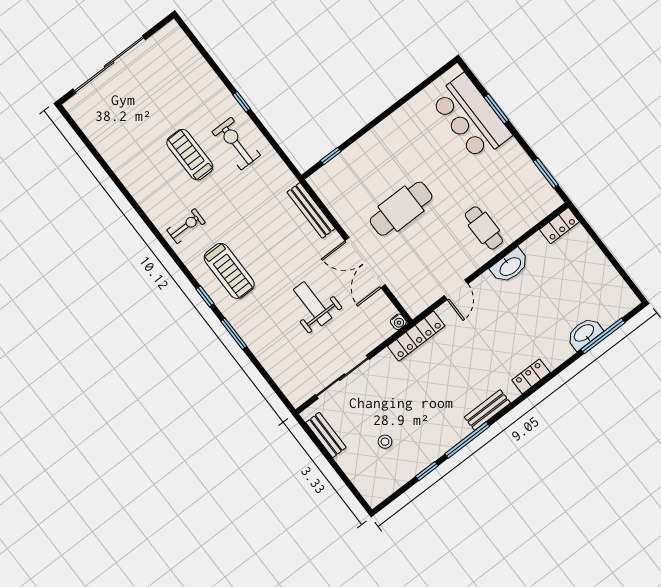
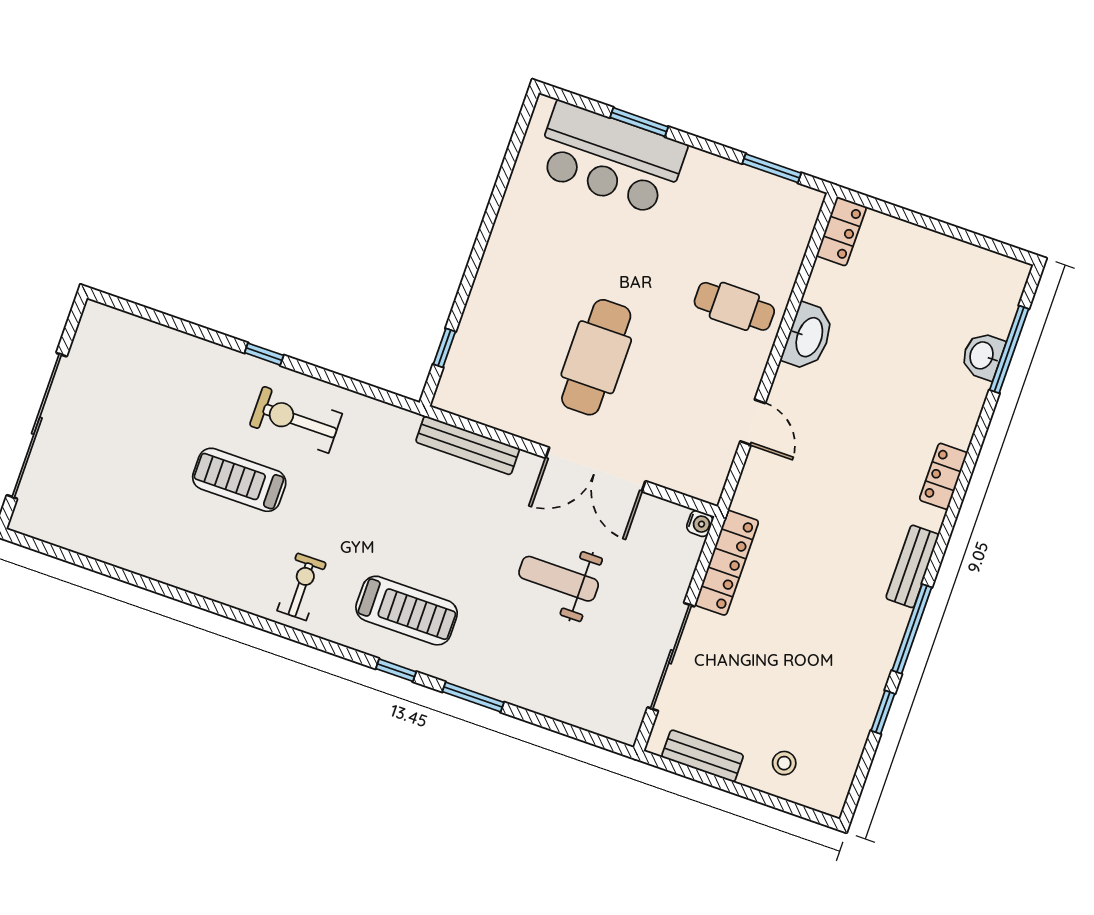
washbasin: (584, 333) -> (983, 356), width x0.72
locker: (416, 336) -> (727, 563), moved
stool: (385, 442) -> (784, 763), moved

